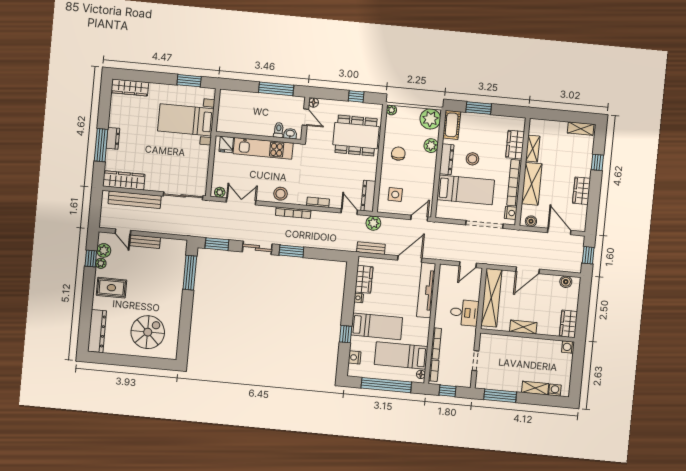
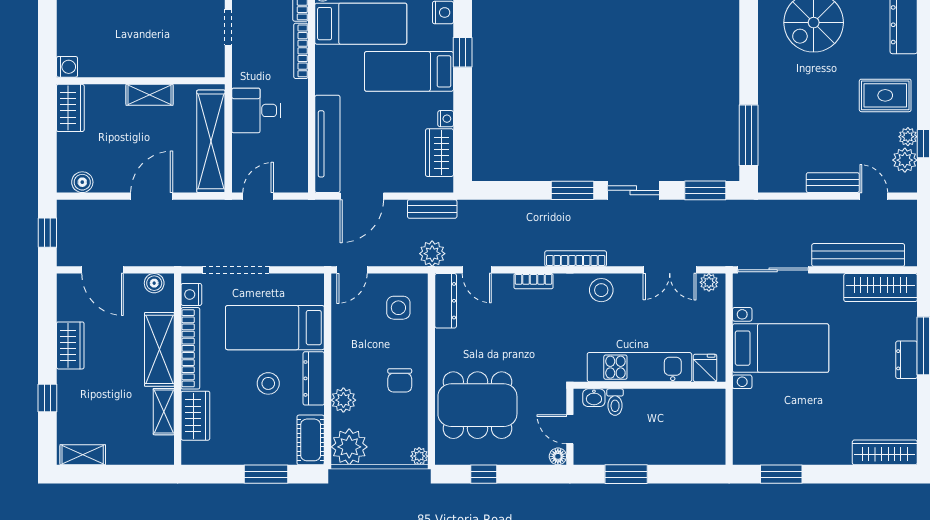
window: (276, 89) -> (626, 474), width x0.69
bed with nightstands: (186, 120) -> (781, 348), moved

